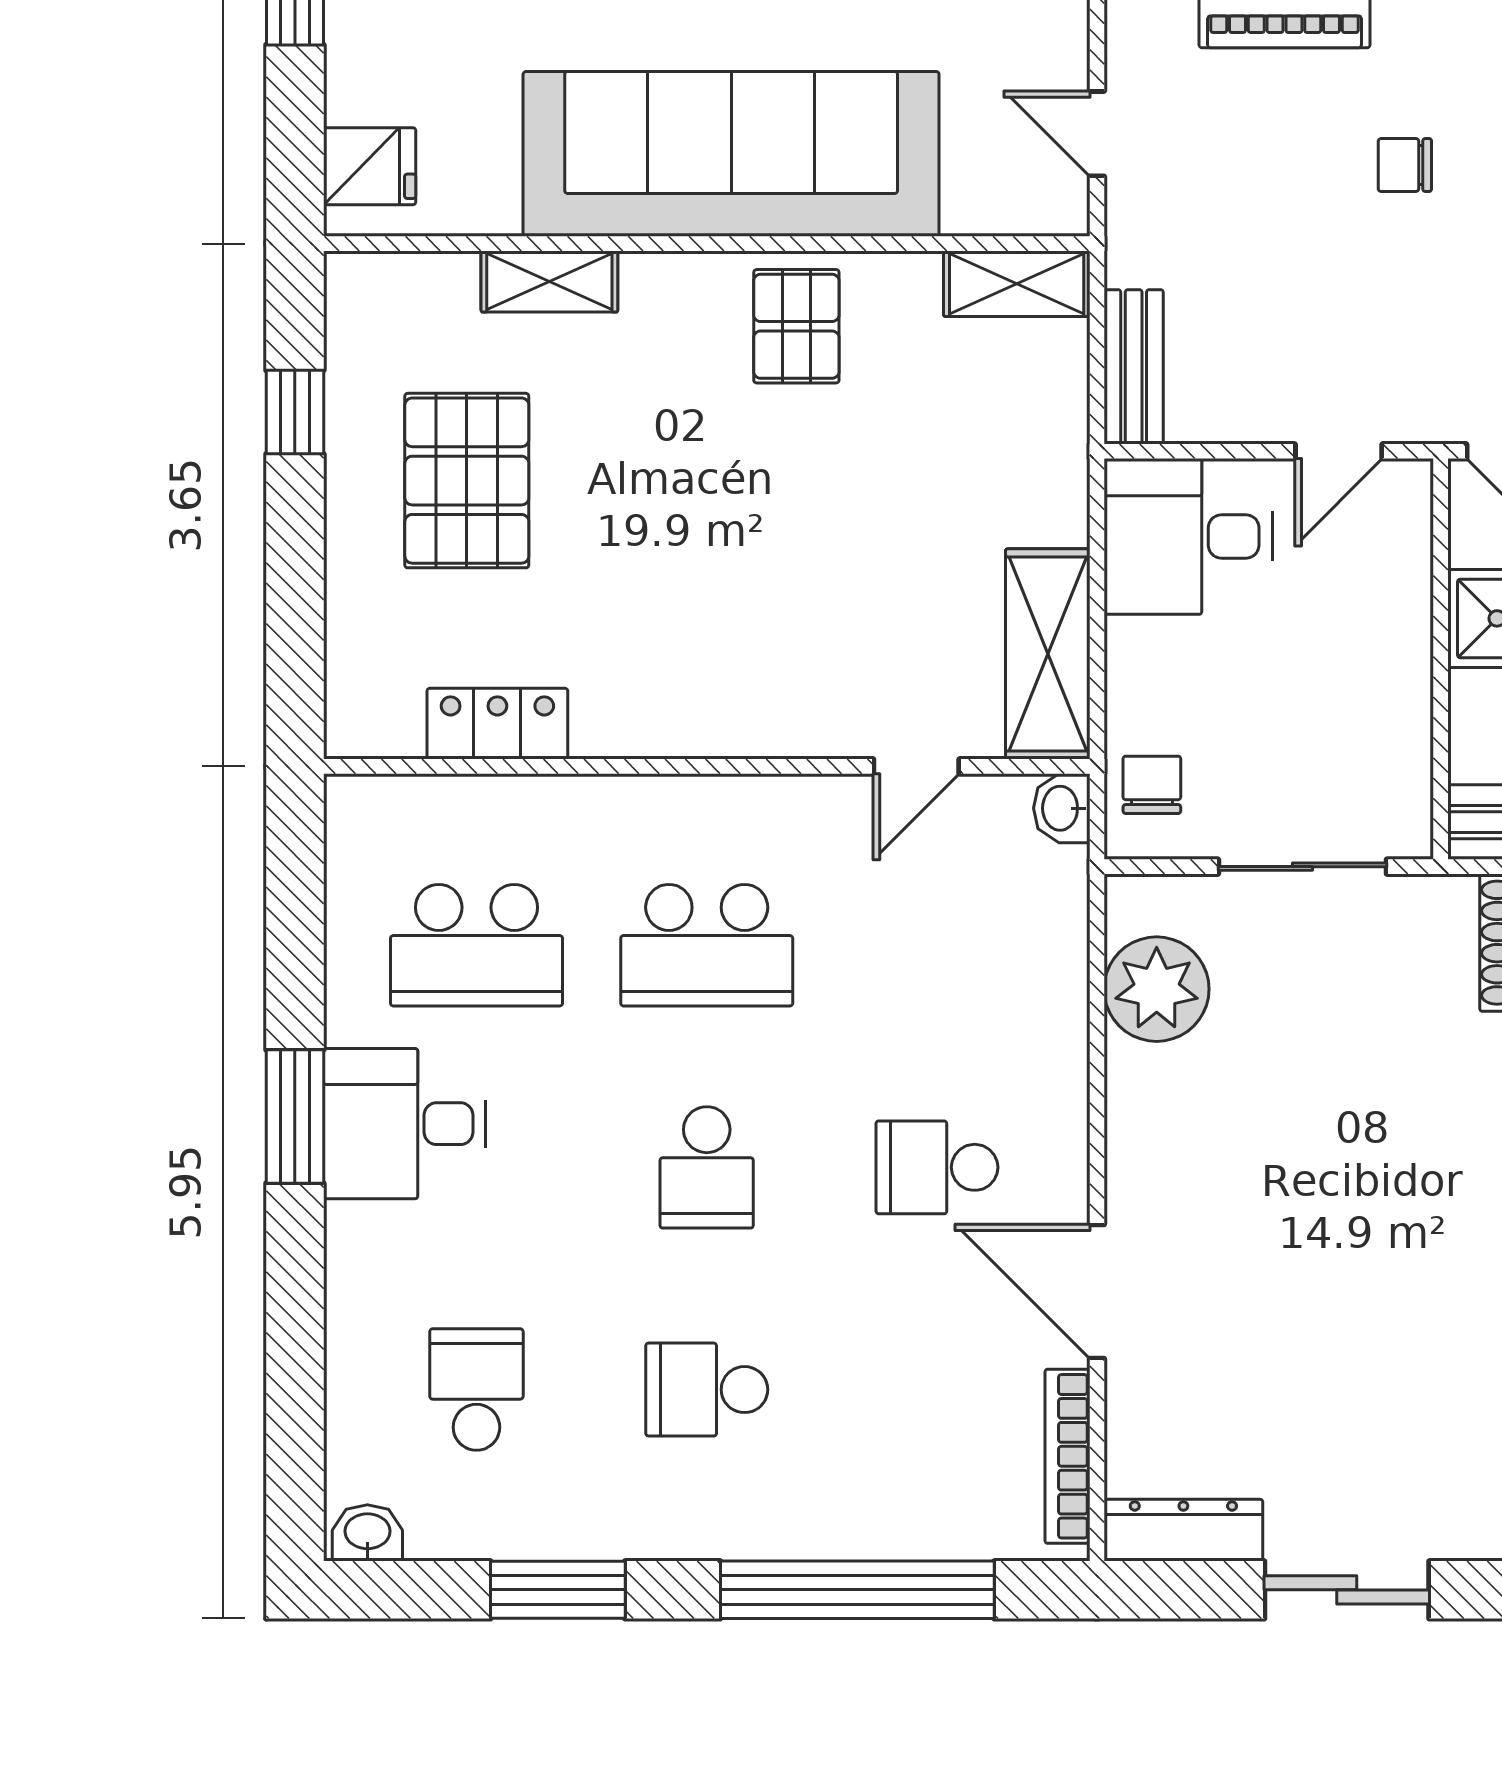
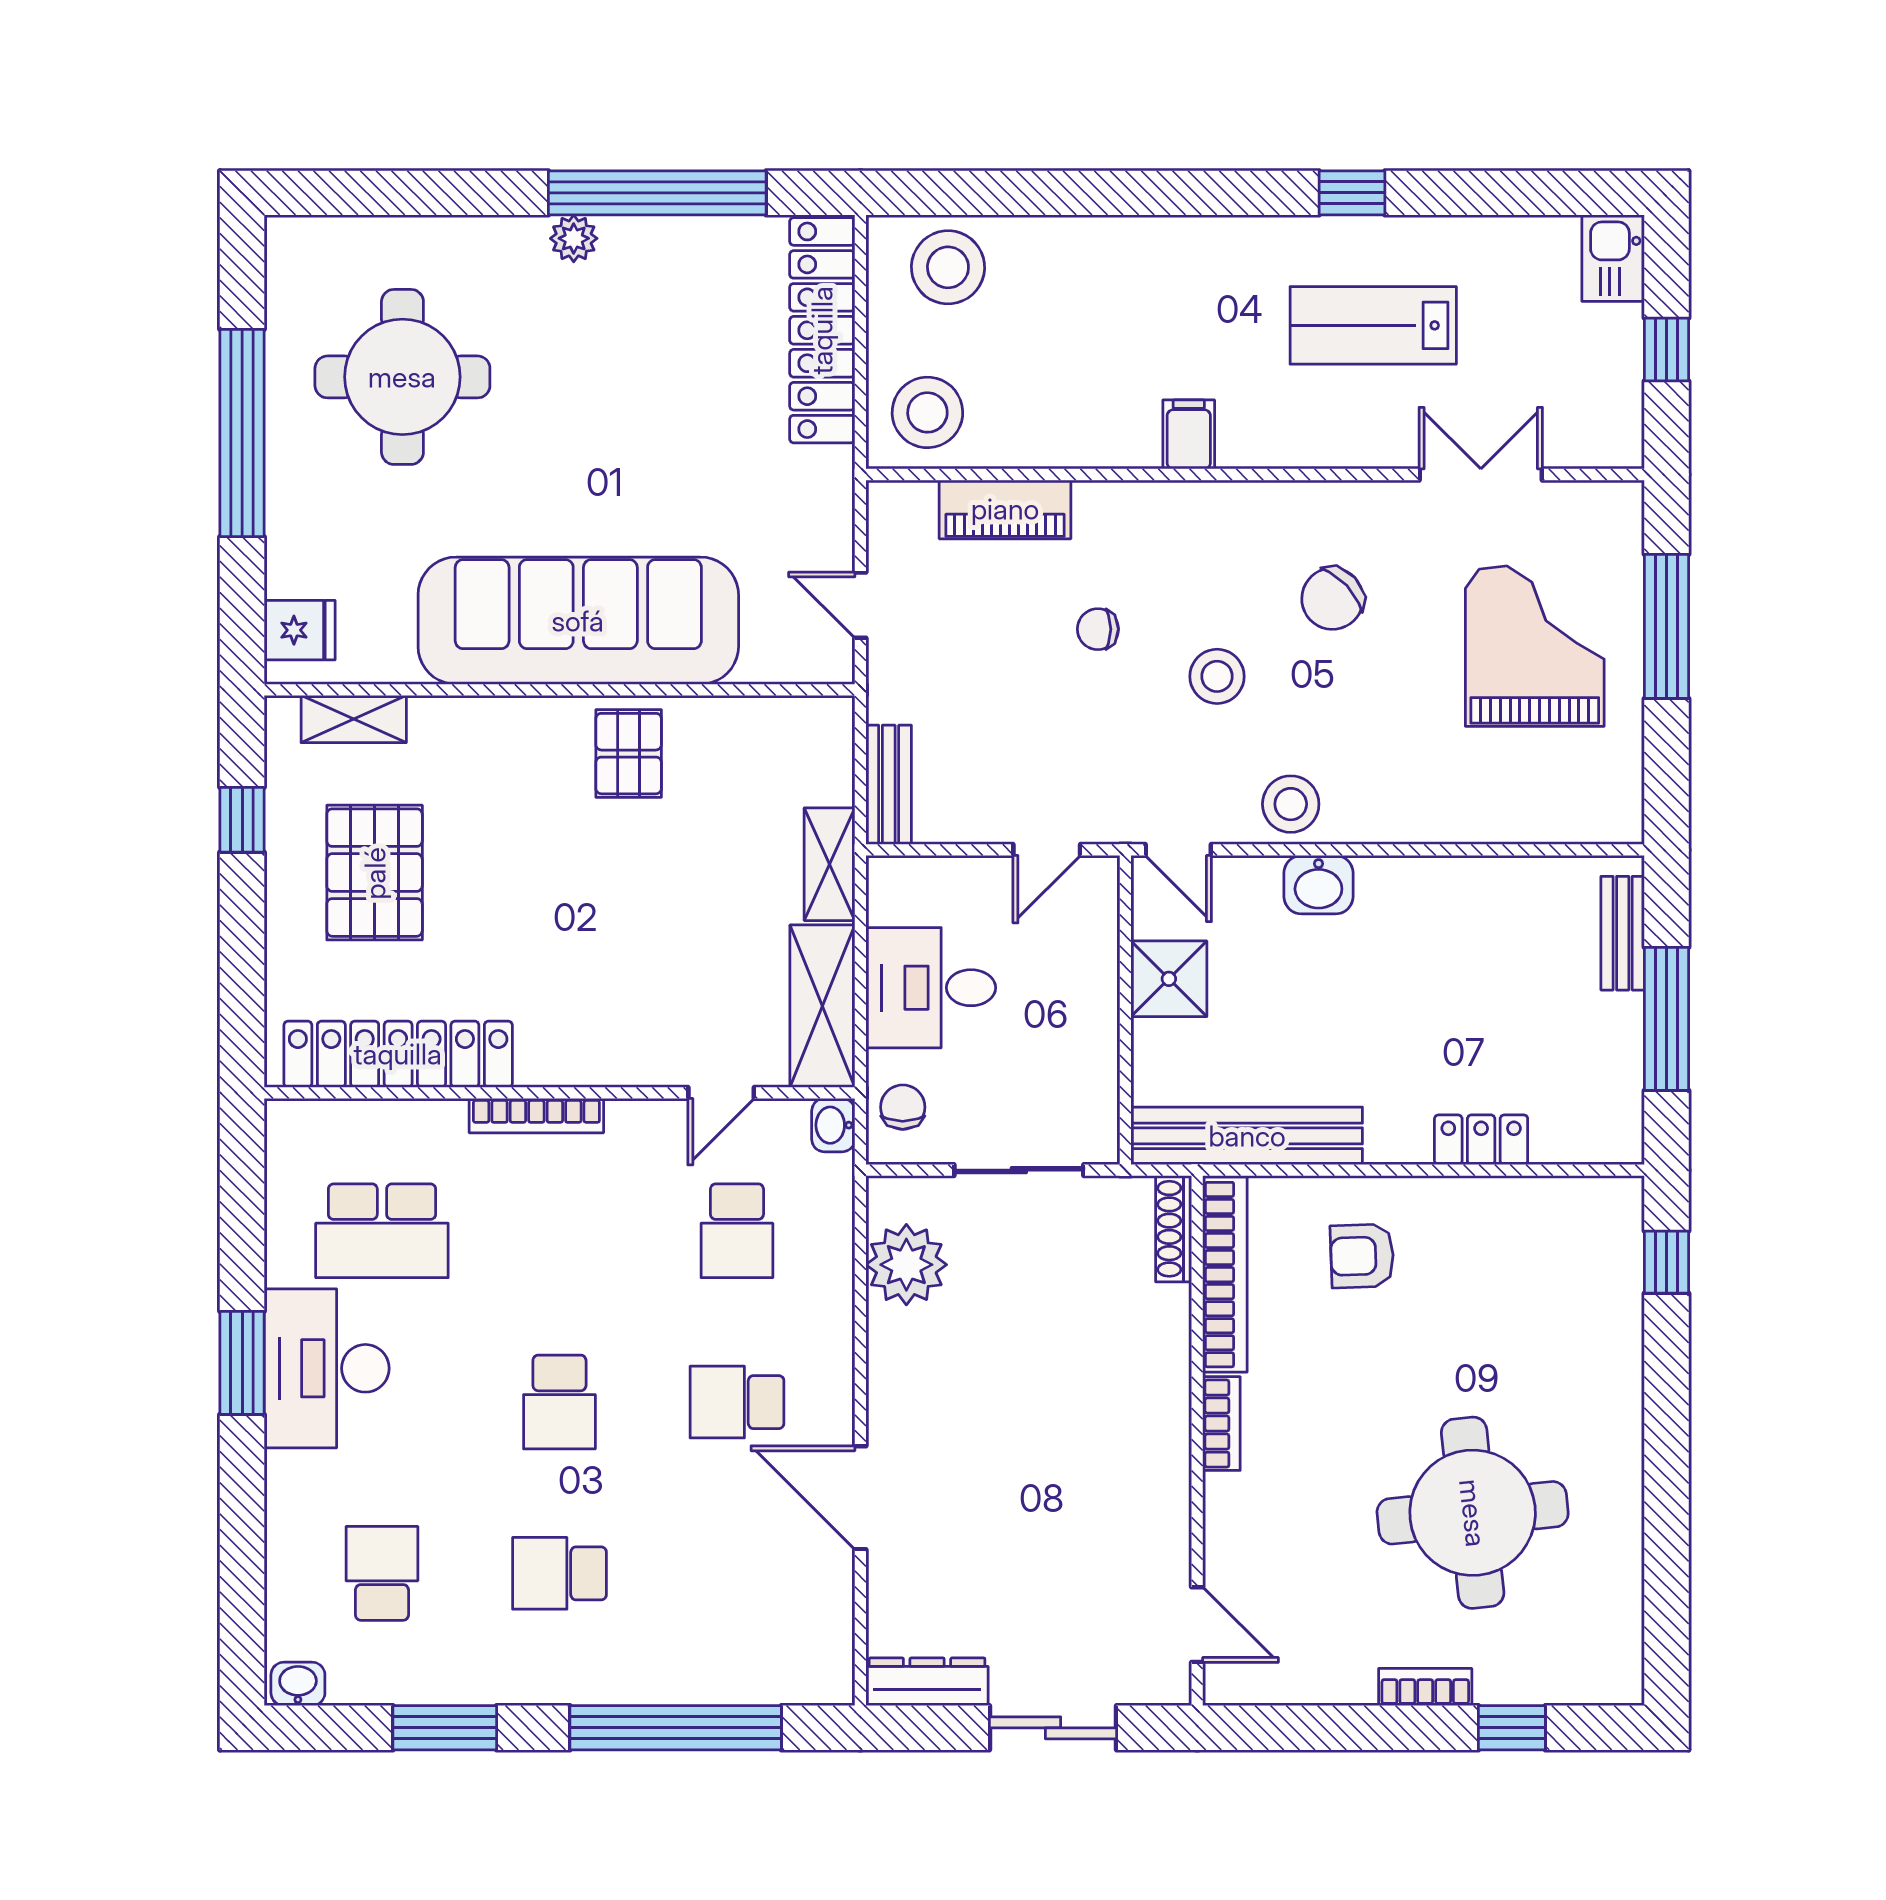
shelving: (549, 281) -> (354, 719), moved
shelving: (1017, 284) -> (830, 864), moved, turned 90
desk: (1188, 536) -> (931, 988), moved
locker: (497, 724) -> (398, 1054), width x2.16, depth x1.21
school desk: (707, 945) -> (737, 1231), moved, width x0.54
desk: (405, 1124) -> (327, 1368), width x1.37
bookcase: (1067, 1456) -> (536, 1116), moved, turned -90

